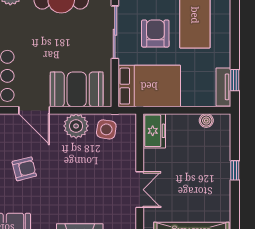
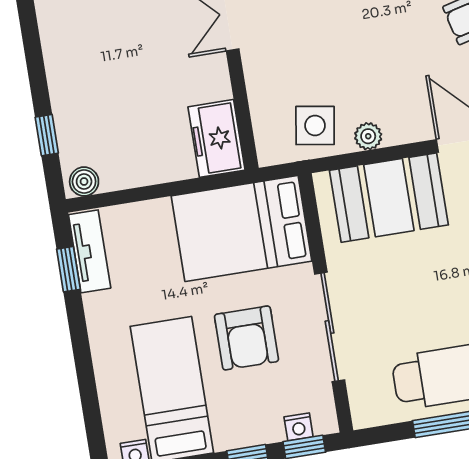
boiler: (206, 121) -> (84, 182), moved
plant: (76, 126) -> (368, 136), width x0.53, depth x0.53
window: (235, 170) -> (47, 135), moved

